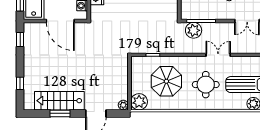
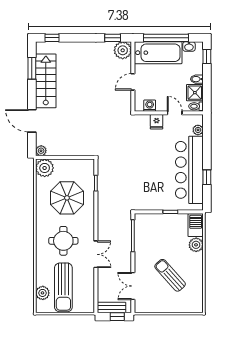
door: (60, 21) -> (133, 82), width x0.53
plant: (194, 30) -> (123, 50), moved
window: (20, 83) -> (52, 38), moved
window: (60, 113) -> (32, 68), moved

